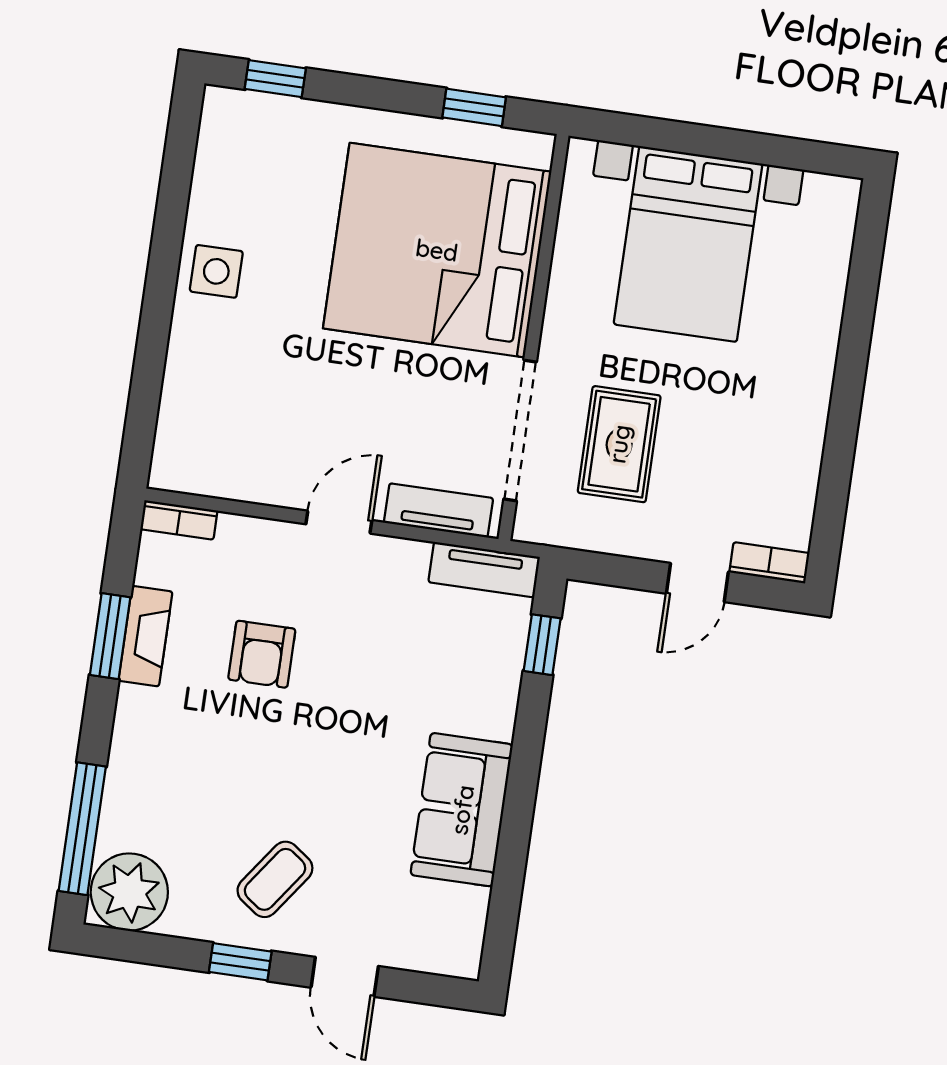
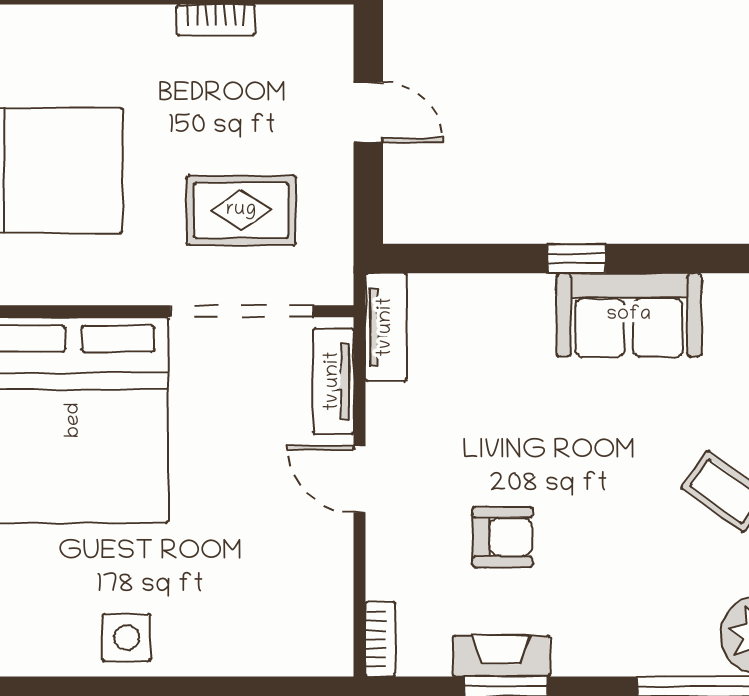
bookcase: (769, 563) -> (216, 20), moved, turned -90
window: (542, 645) -> (576, 258), moved

